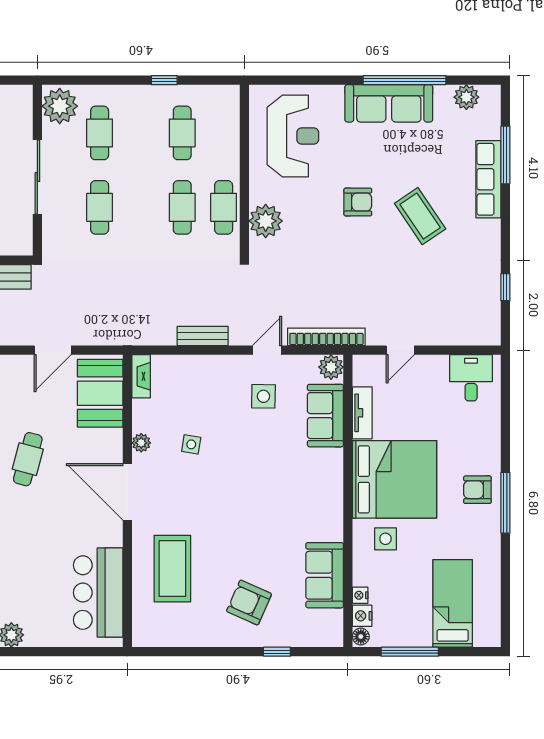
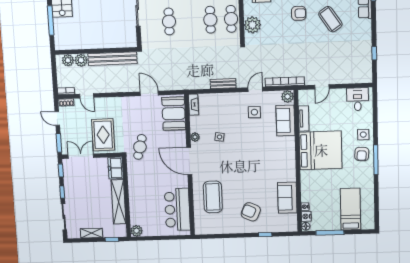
door: (53, 350) -> (149, 93), swing flipped
armchair: (477, 490) -> (362, 154), turned -86
side table: (385, 539) -> (363, 135), moved

